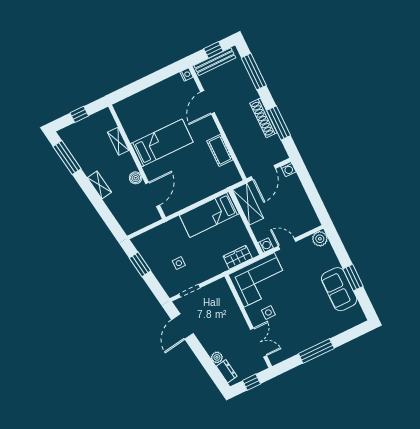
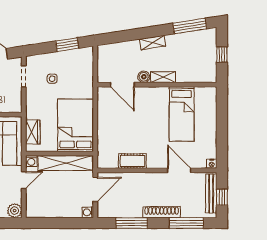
shoe rack: (263, 118) -> (162, 212), moved
shelving: (118, 141) -> (163, 77), moved
bed: (162, 143) -> (182, 114), moved
door: (263, 172) -> (95, 189), swing flipped
shelving: (248, 204) -> (66, 163), width x1.47
bed: (209, 214) -> (76, 125), width x1.50

